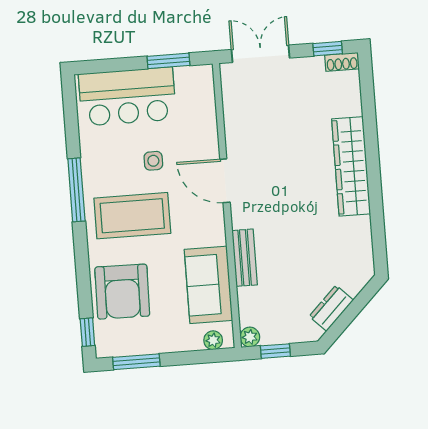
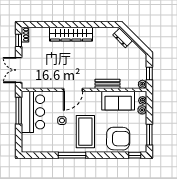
window: (168, 61) -> (19, 111), width x1.44
bar counter: (127, 97) -> (33, 112), moved
dresser: (331, 308) -> (123, 38), moved
plant: (191, 341) -> (142, 110), added

